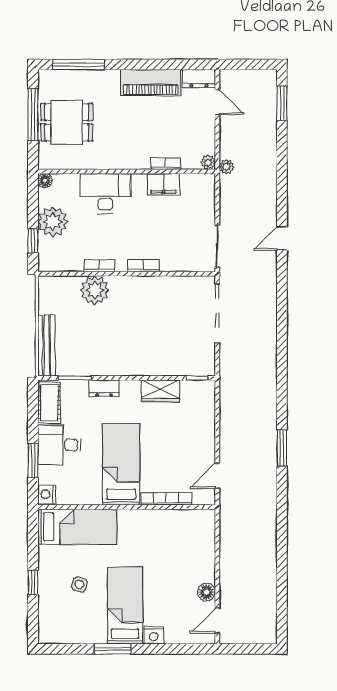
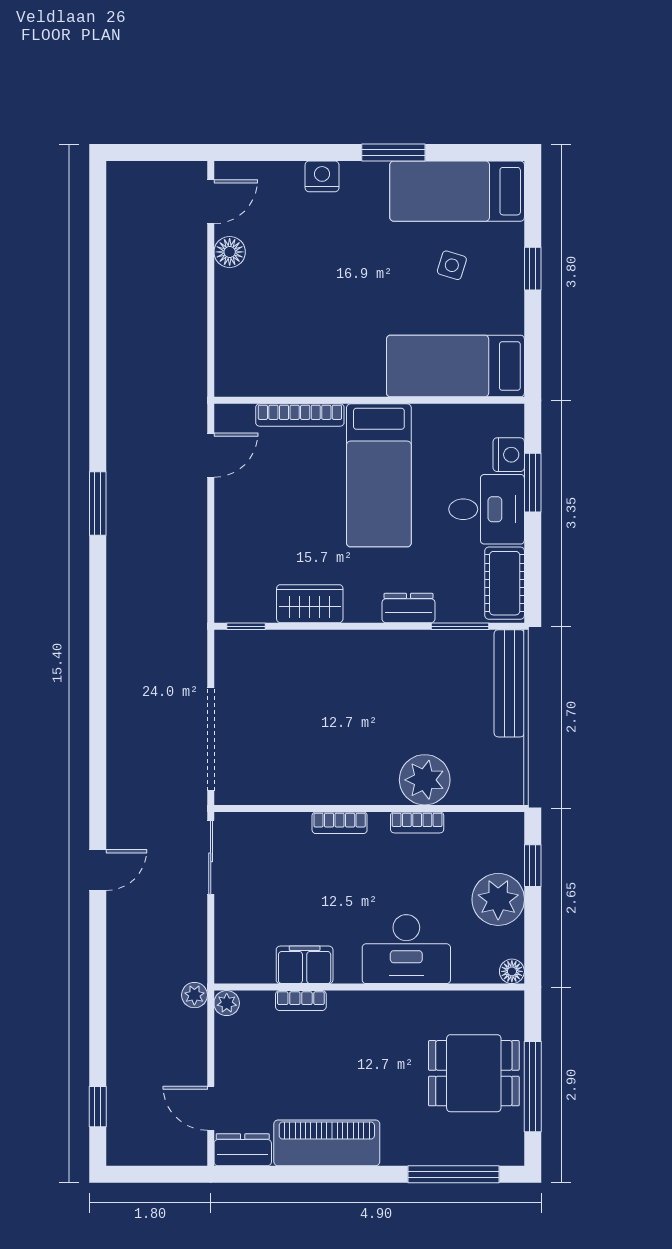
window: (282, 103) -> (98, 1107), width x0.67
nightstand: (47, 494) -> (509, 455), moved
bed: (125, 606) -> (457, 191), moved, turned 90

